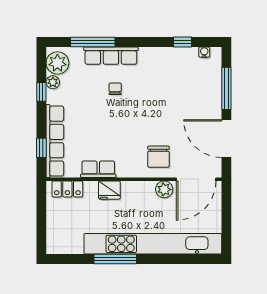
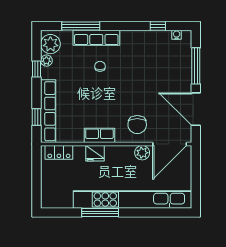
row of seats: (98, 169) -> (99, 135), moved

